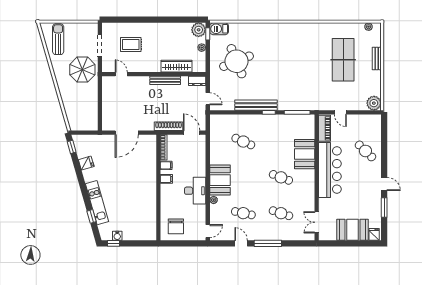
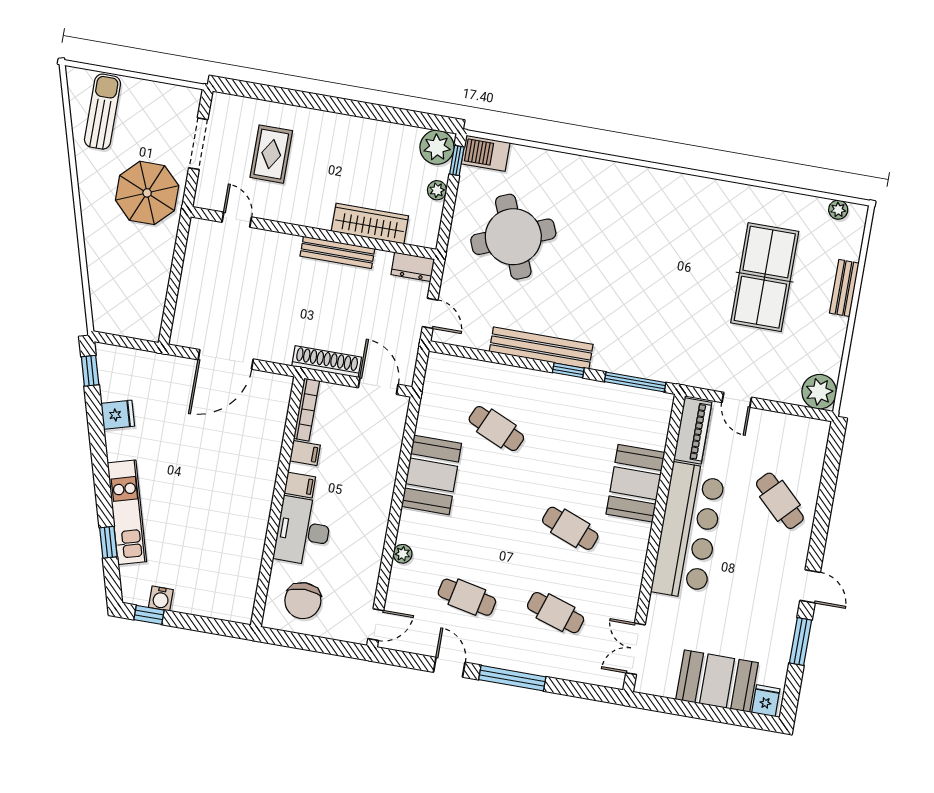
rug: (131, 45) -> (271, 154), turned 90
booth: (220, 180) -> (432, 475), moved
desk: (195, 191) -> (303, 531), moved, turned 180

